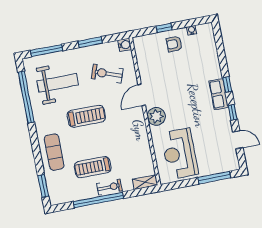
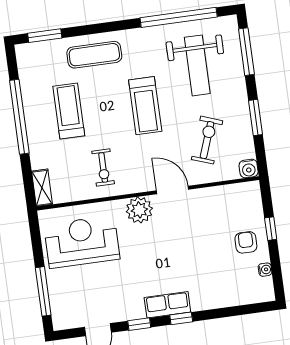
exercise bike: (109, 187) -> (103, 167), moved

